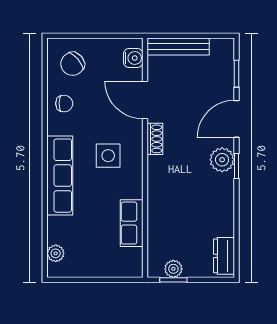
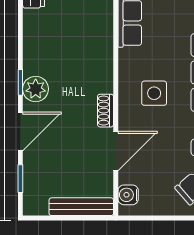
door: (145, 100) -> (116, 151), hinge flipped

